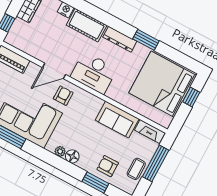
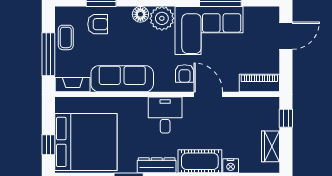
door: (54, 71) -> (208, 94), hinge flipped
desk: (94, 73) -> (165, 115), width x0.73
sofa: (117, 120) -> (122, 79), width x1.36
plant: (60, 151) -> (162, 18), width x1.88, depth x1.88

